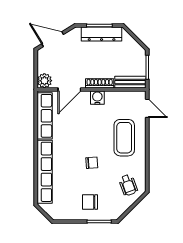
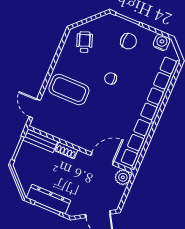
shoe rack: (100, 83) -> (66, 150), width x0.70
water cooler: (97, 98) -> (161, 42), moved, turned 180
coffee table: (124, 138) -> (69, 90), turned 90

